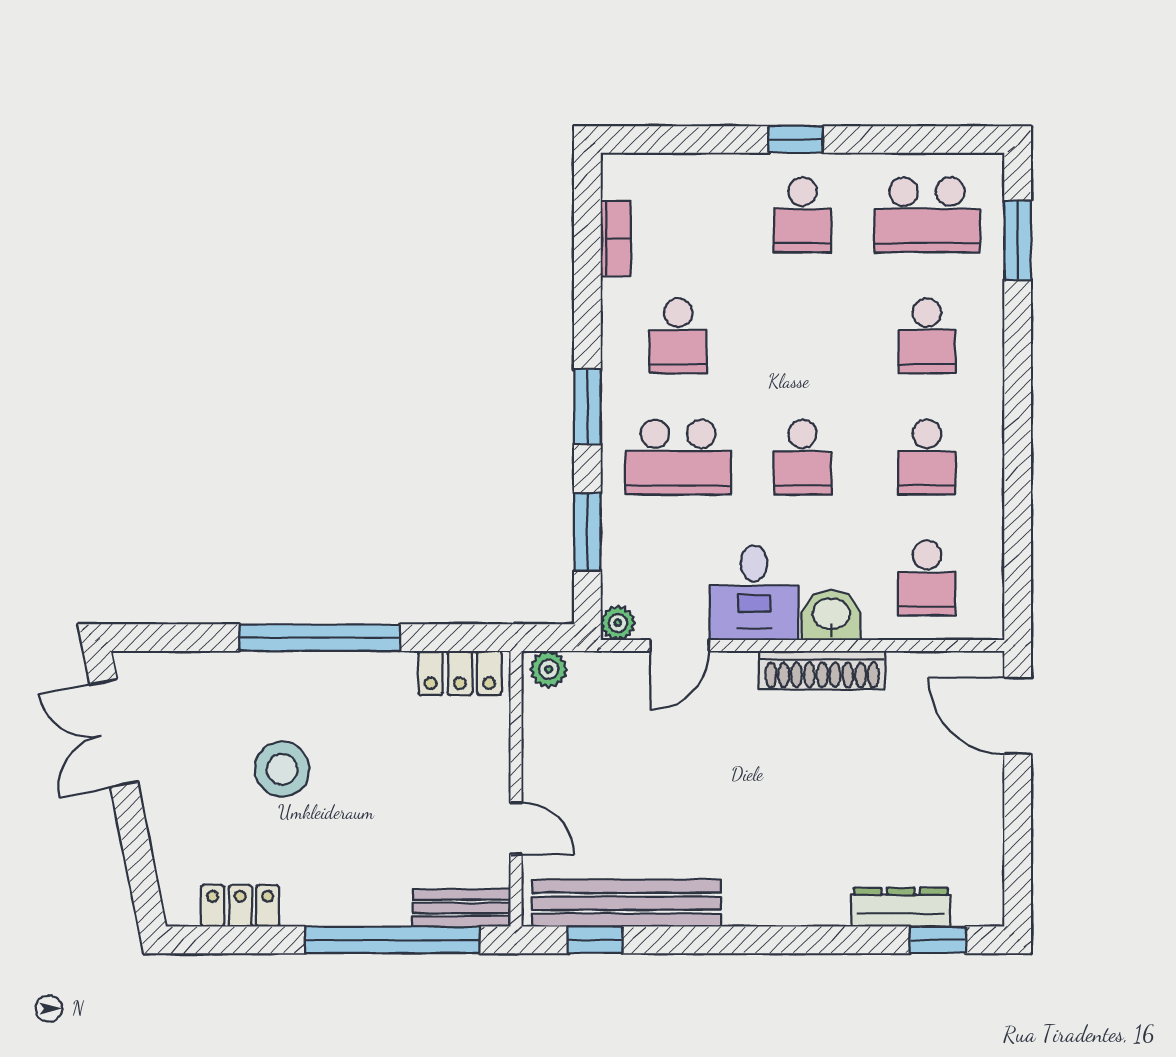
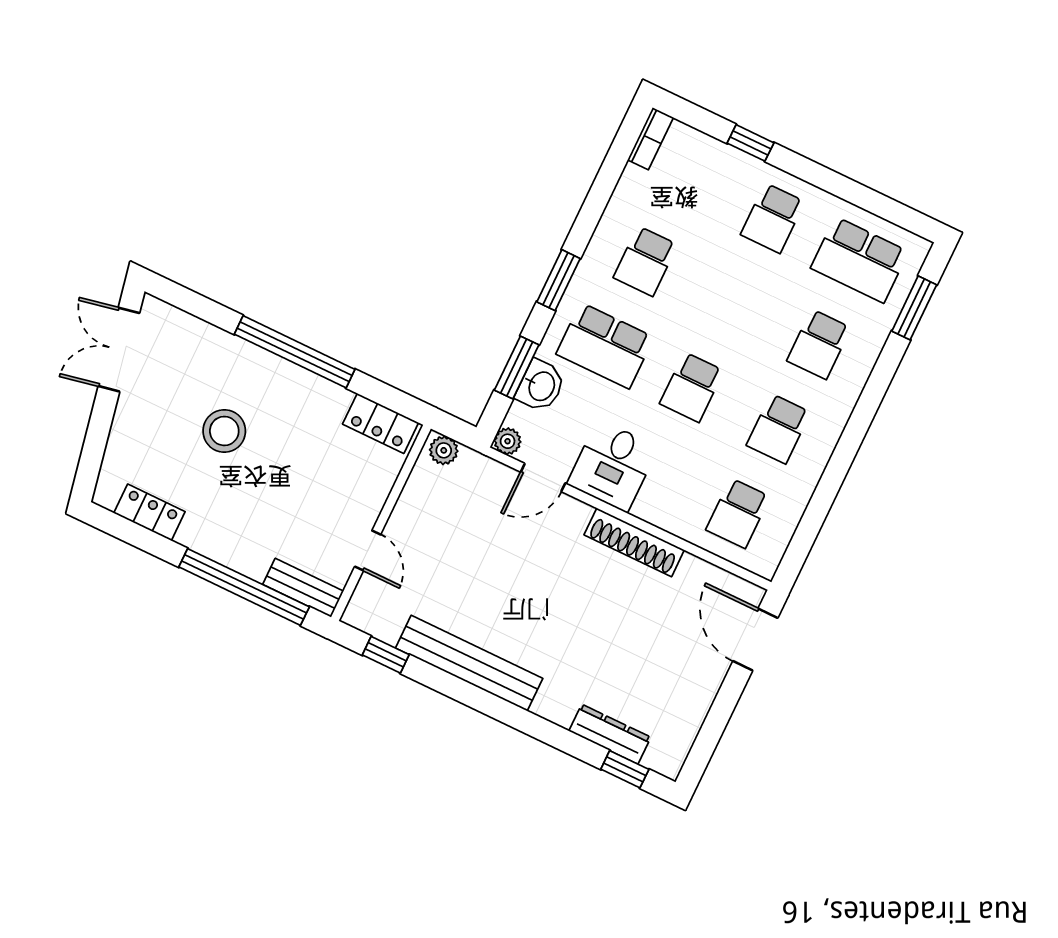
window: (796, 140) -> (750, 143), moved
bookcase: (616, 238) -> (651, 139), moved
washbasin: (831, 615) -> (541, 386), moved, turned 90
bench: (626, 903) -> (469, 663), moved

